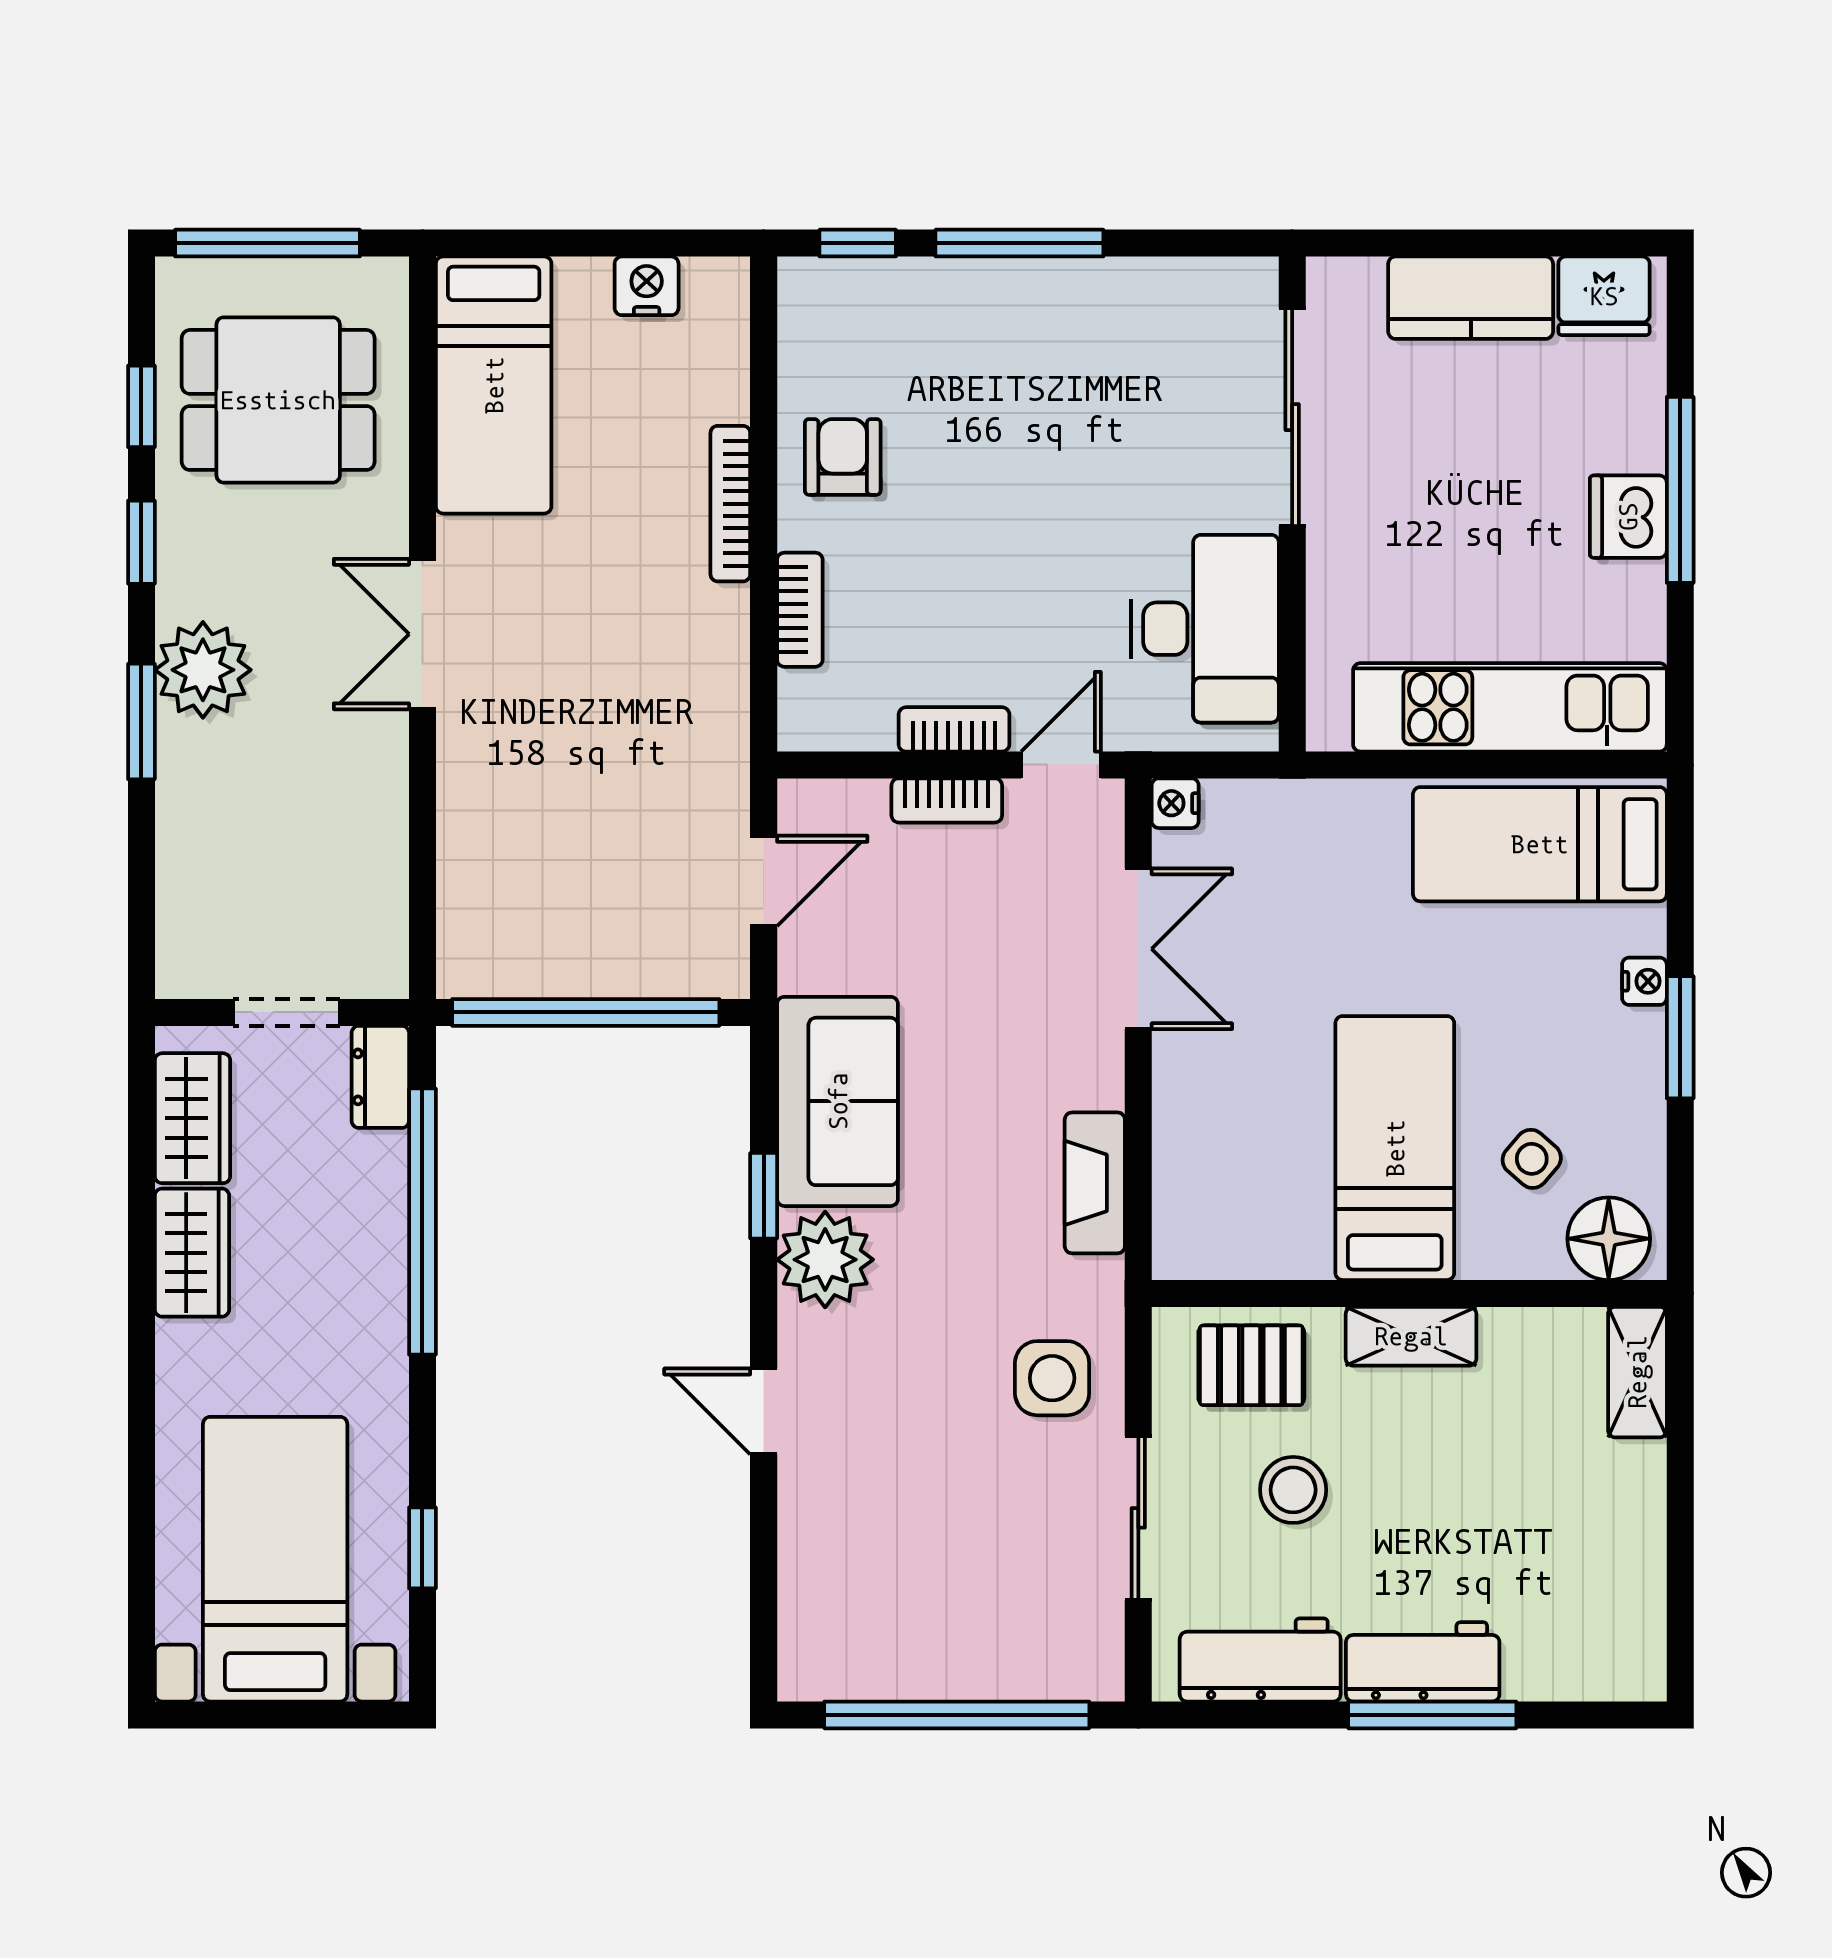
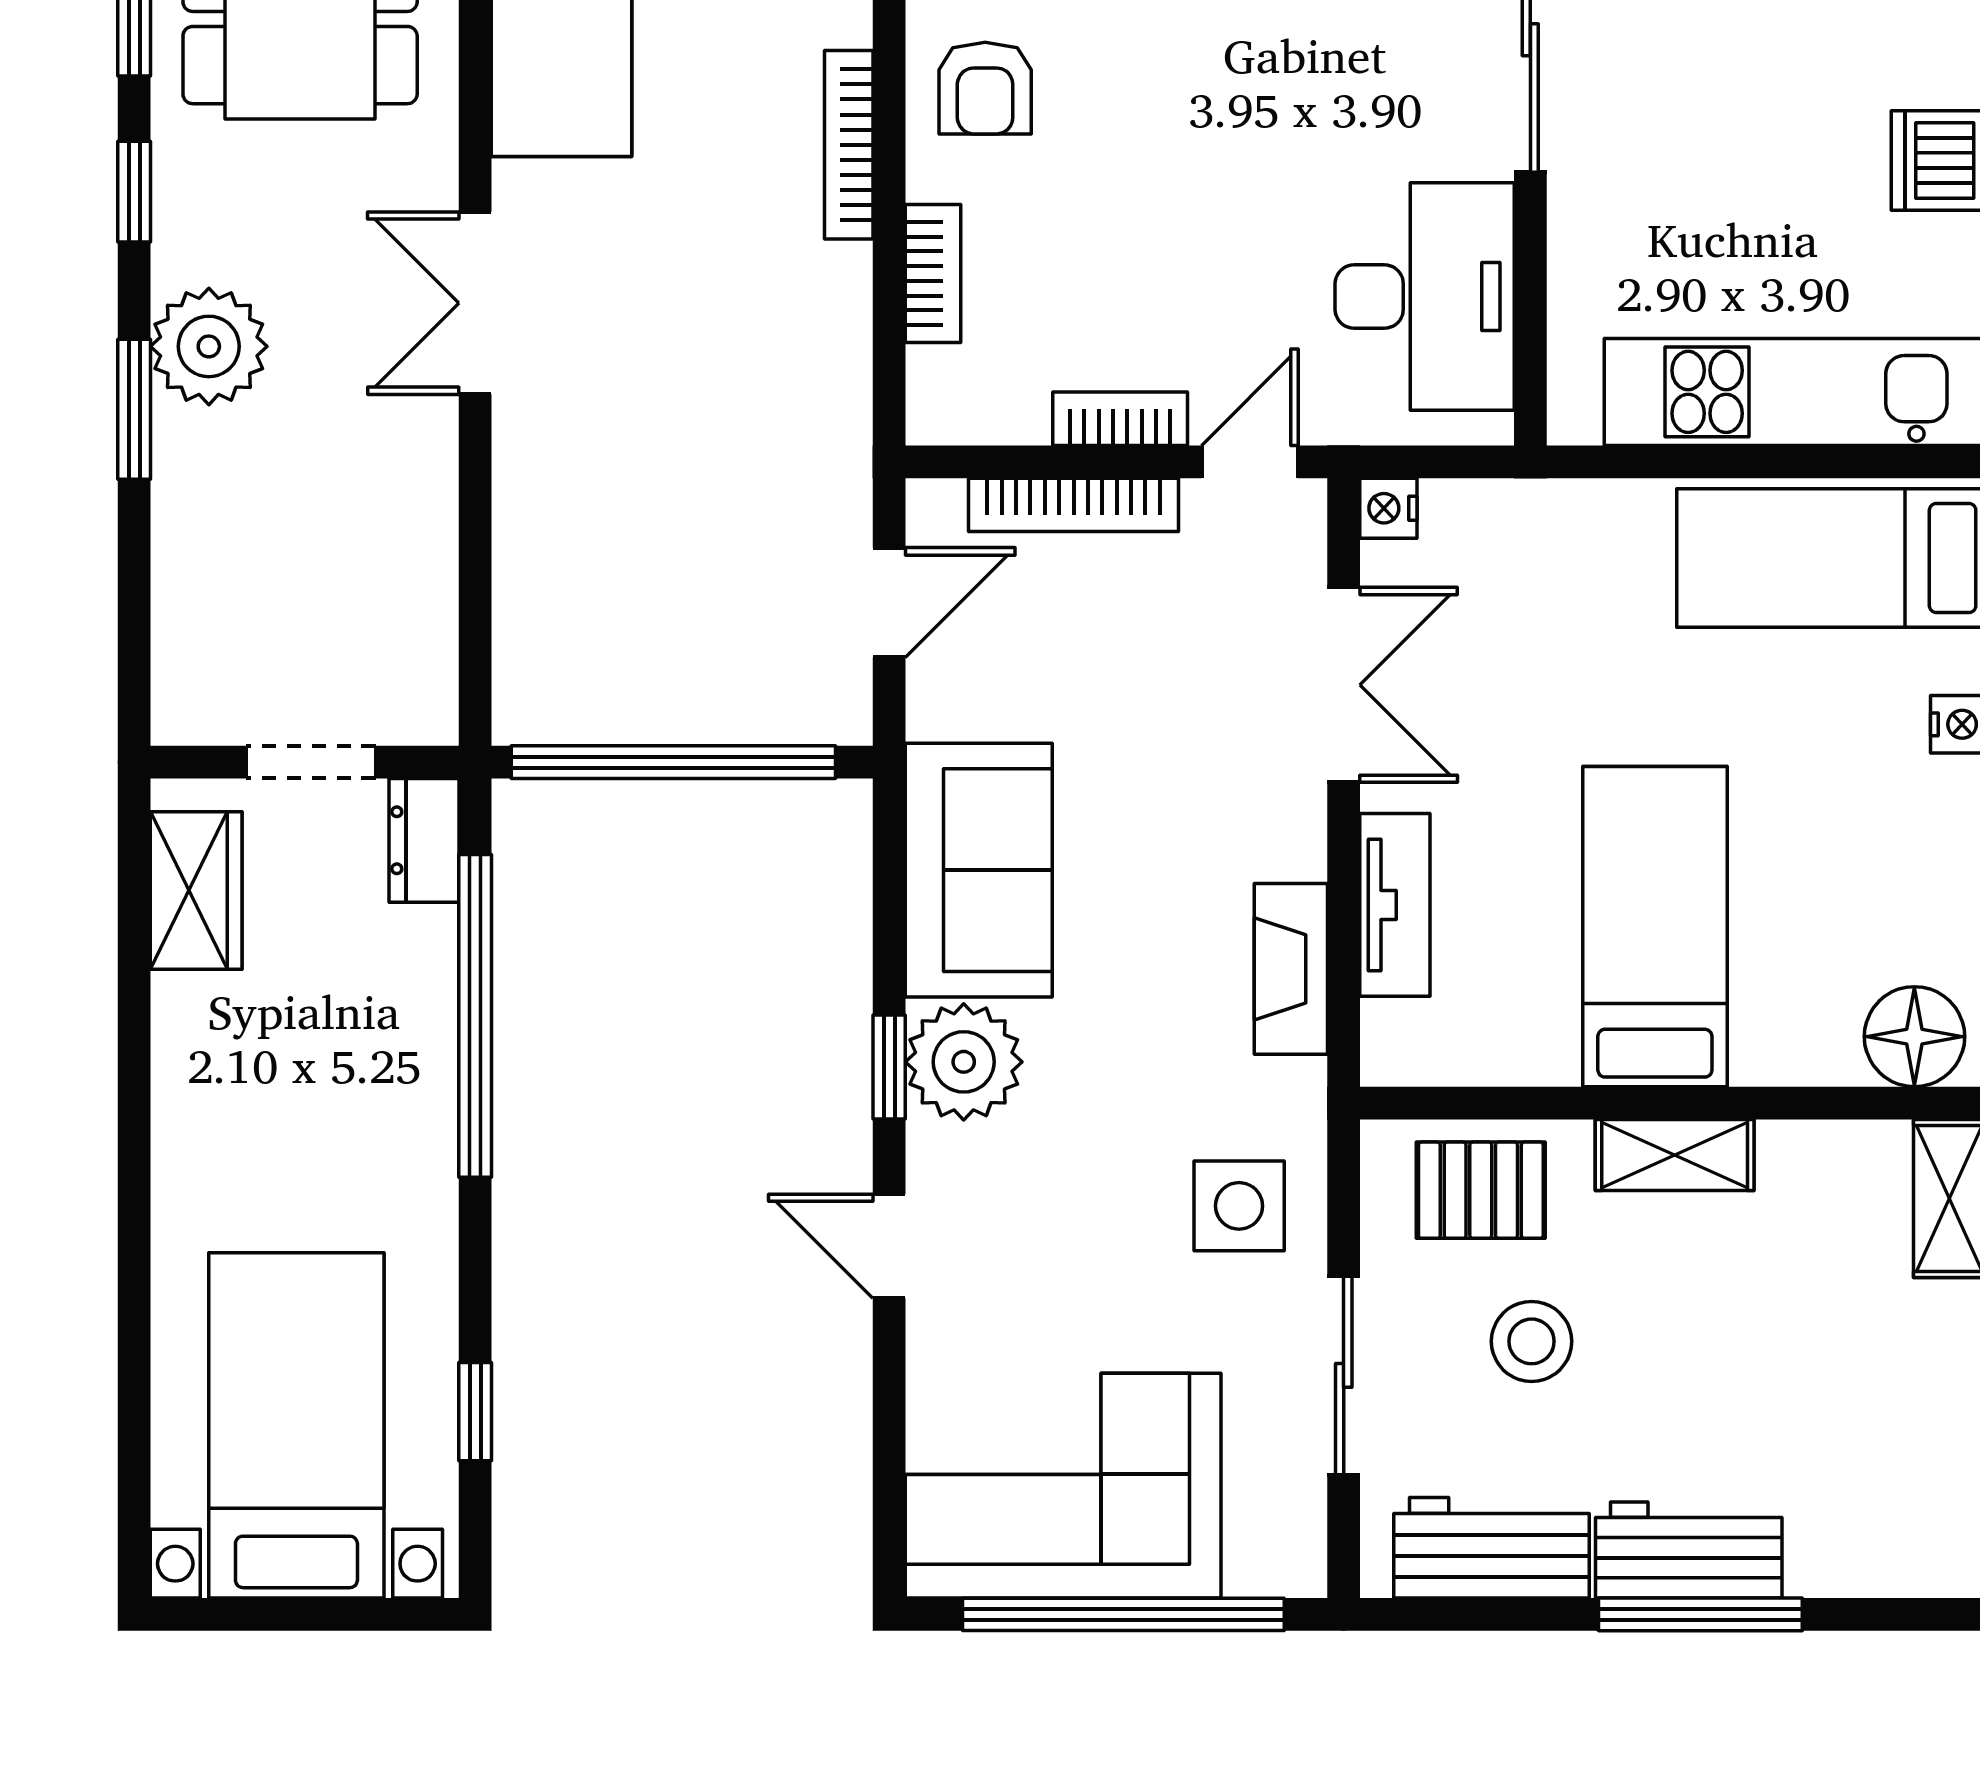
armchair: (843, 457) -> (985, 88), turned 180
bookcase: (947, 800) -> (1074, 505), width x1.56
tv unit: (1180, 1130) -> (1395, 905), added
side table: (1532, 1159) -> (1821, 940), removed
window: (764, 1196) -> (889, 1067), moved
wardrobe: (192, 1253) -> (195, 1053), removed
corner sofa: (907, 1609) -> (1063, 1486), added

